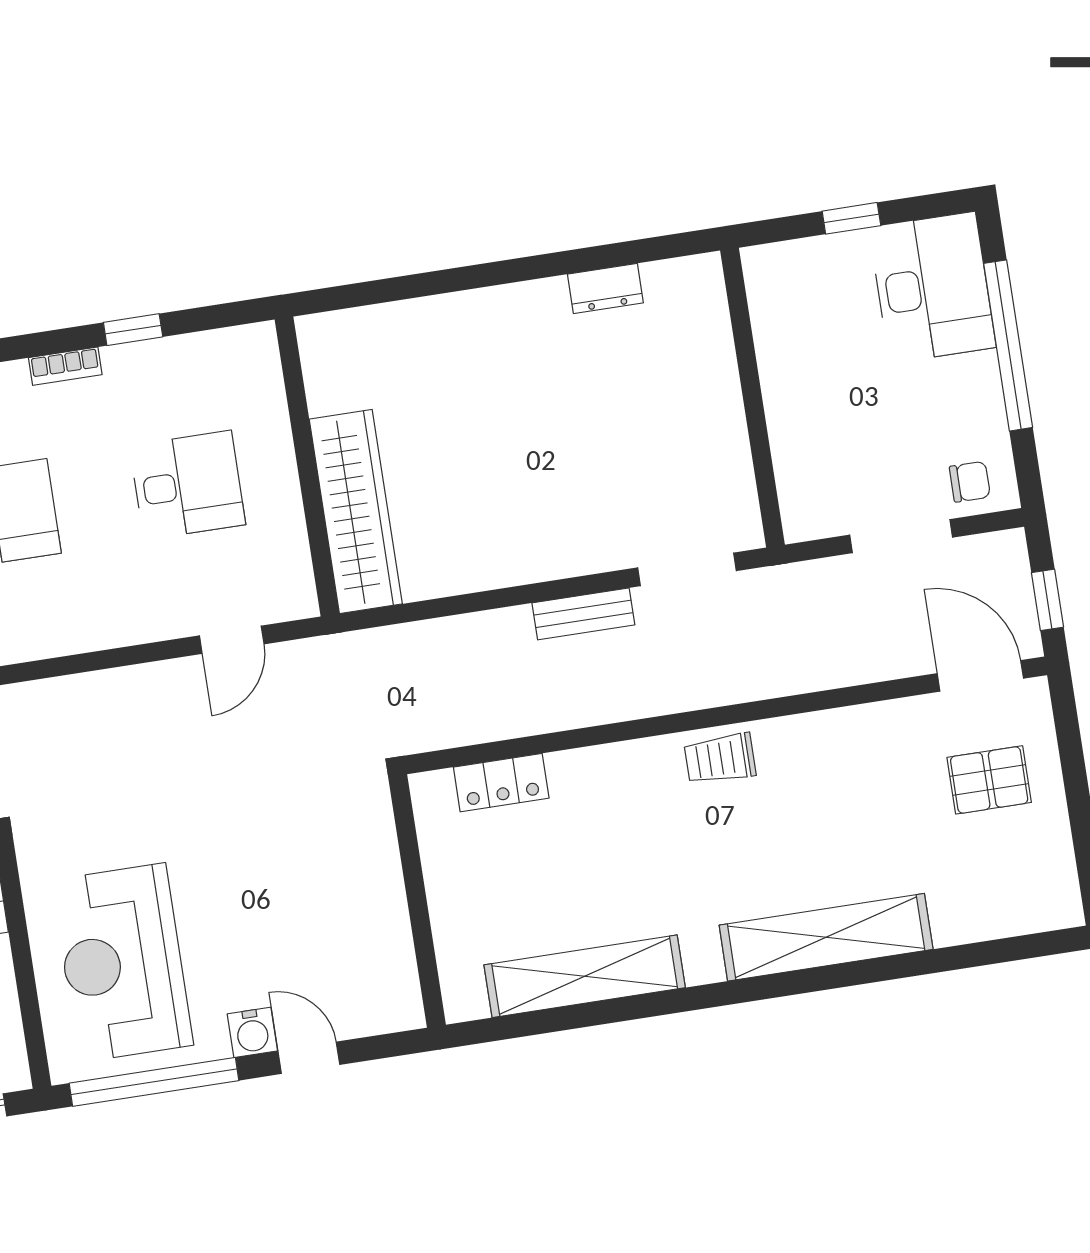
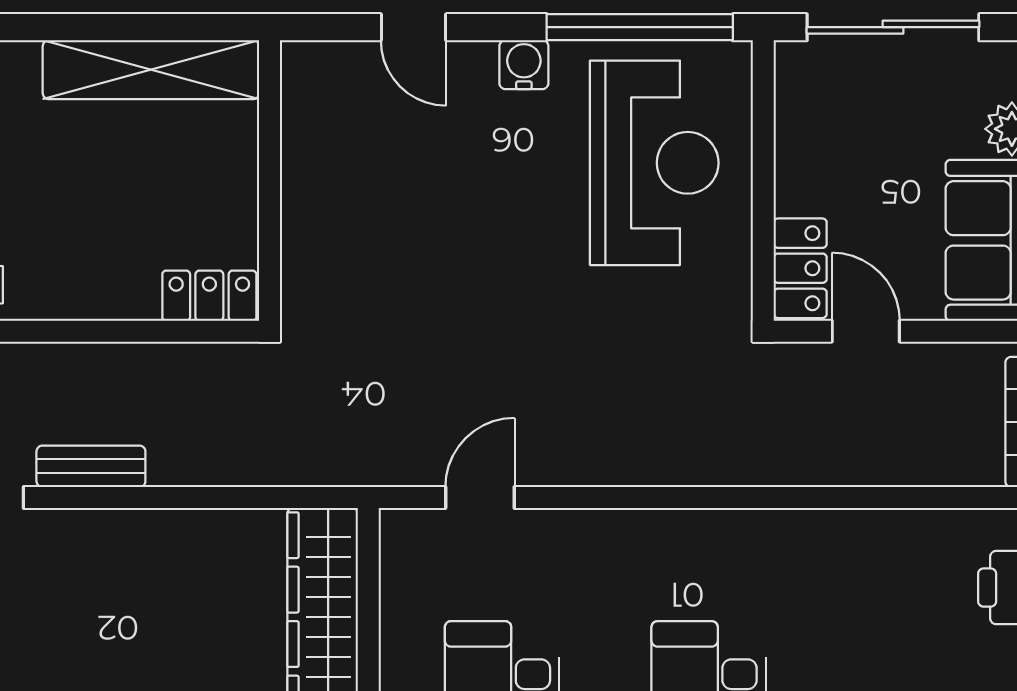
wall: (417, 901) -> (270, 181), moved
door: (309, 1058) -> (413, 27), moved

